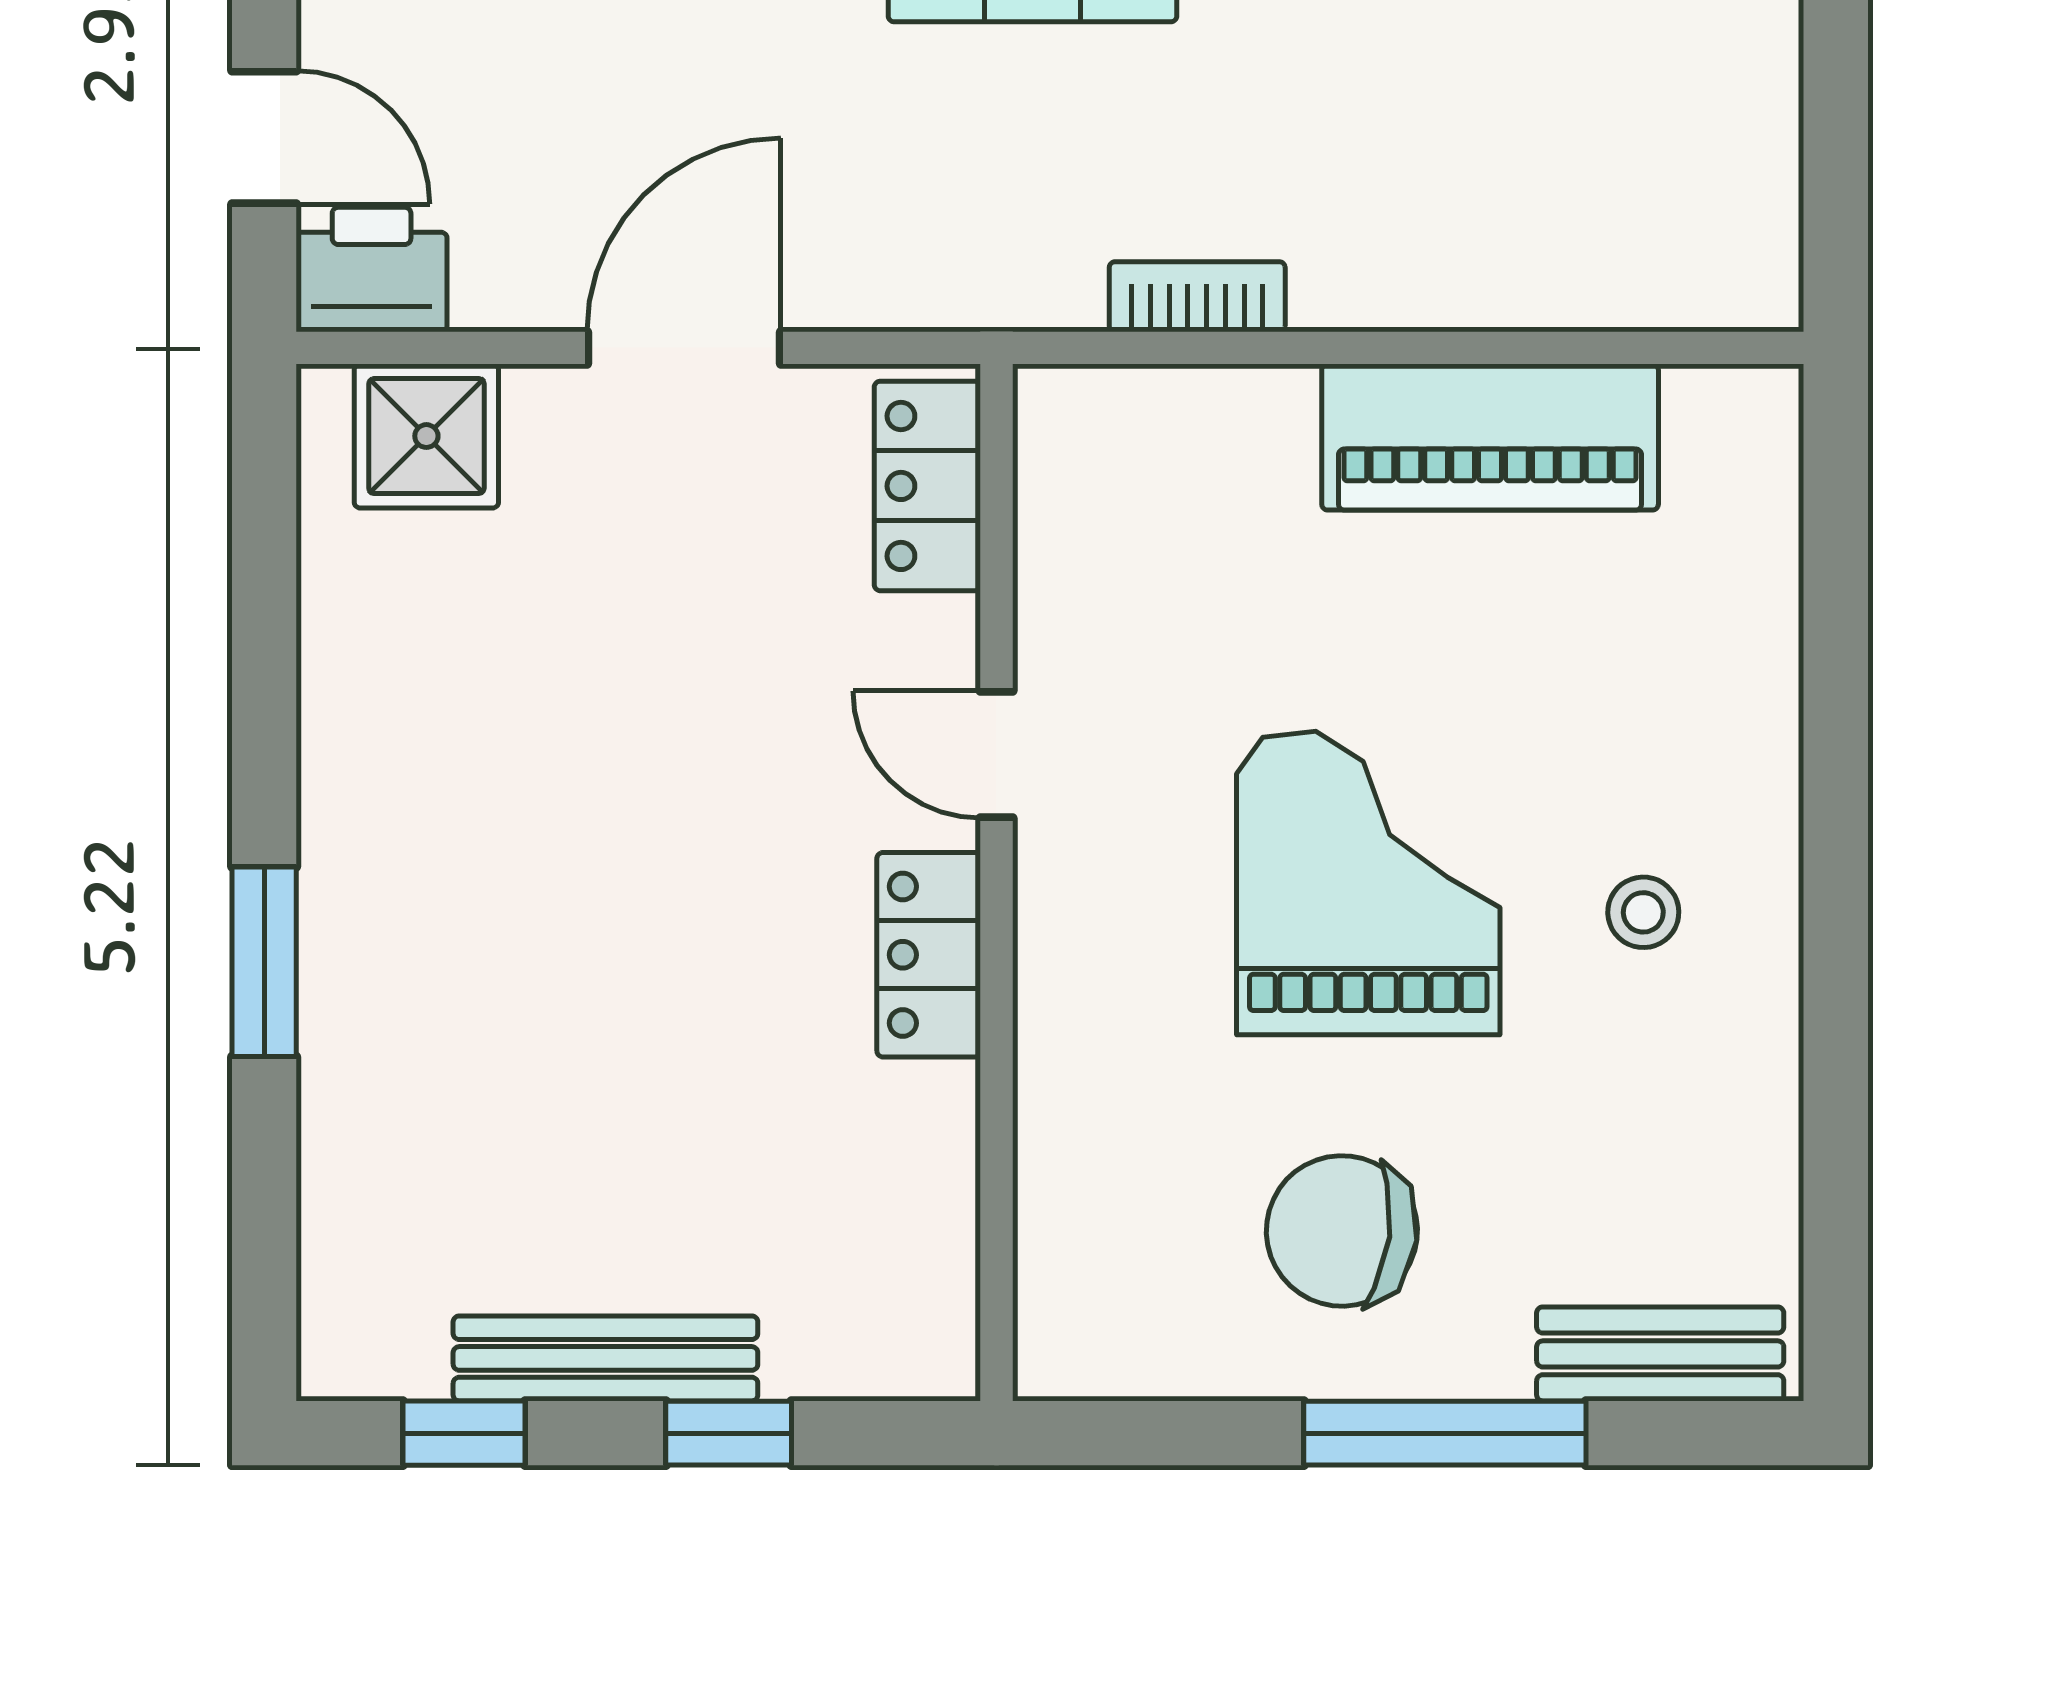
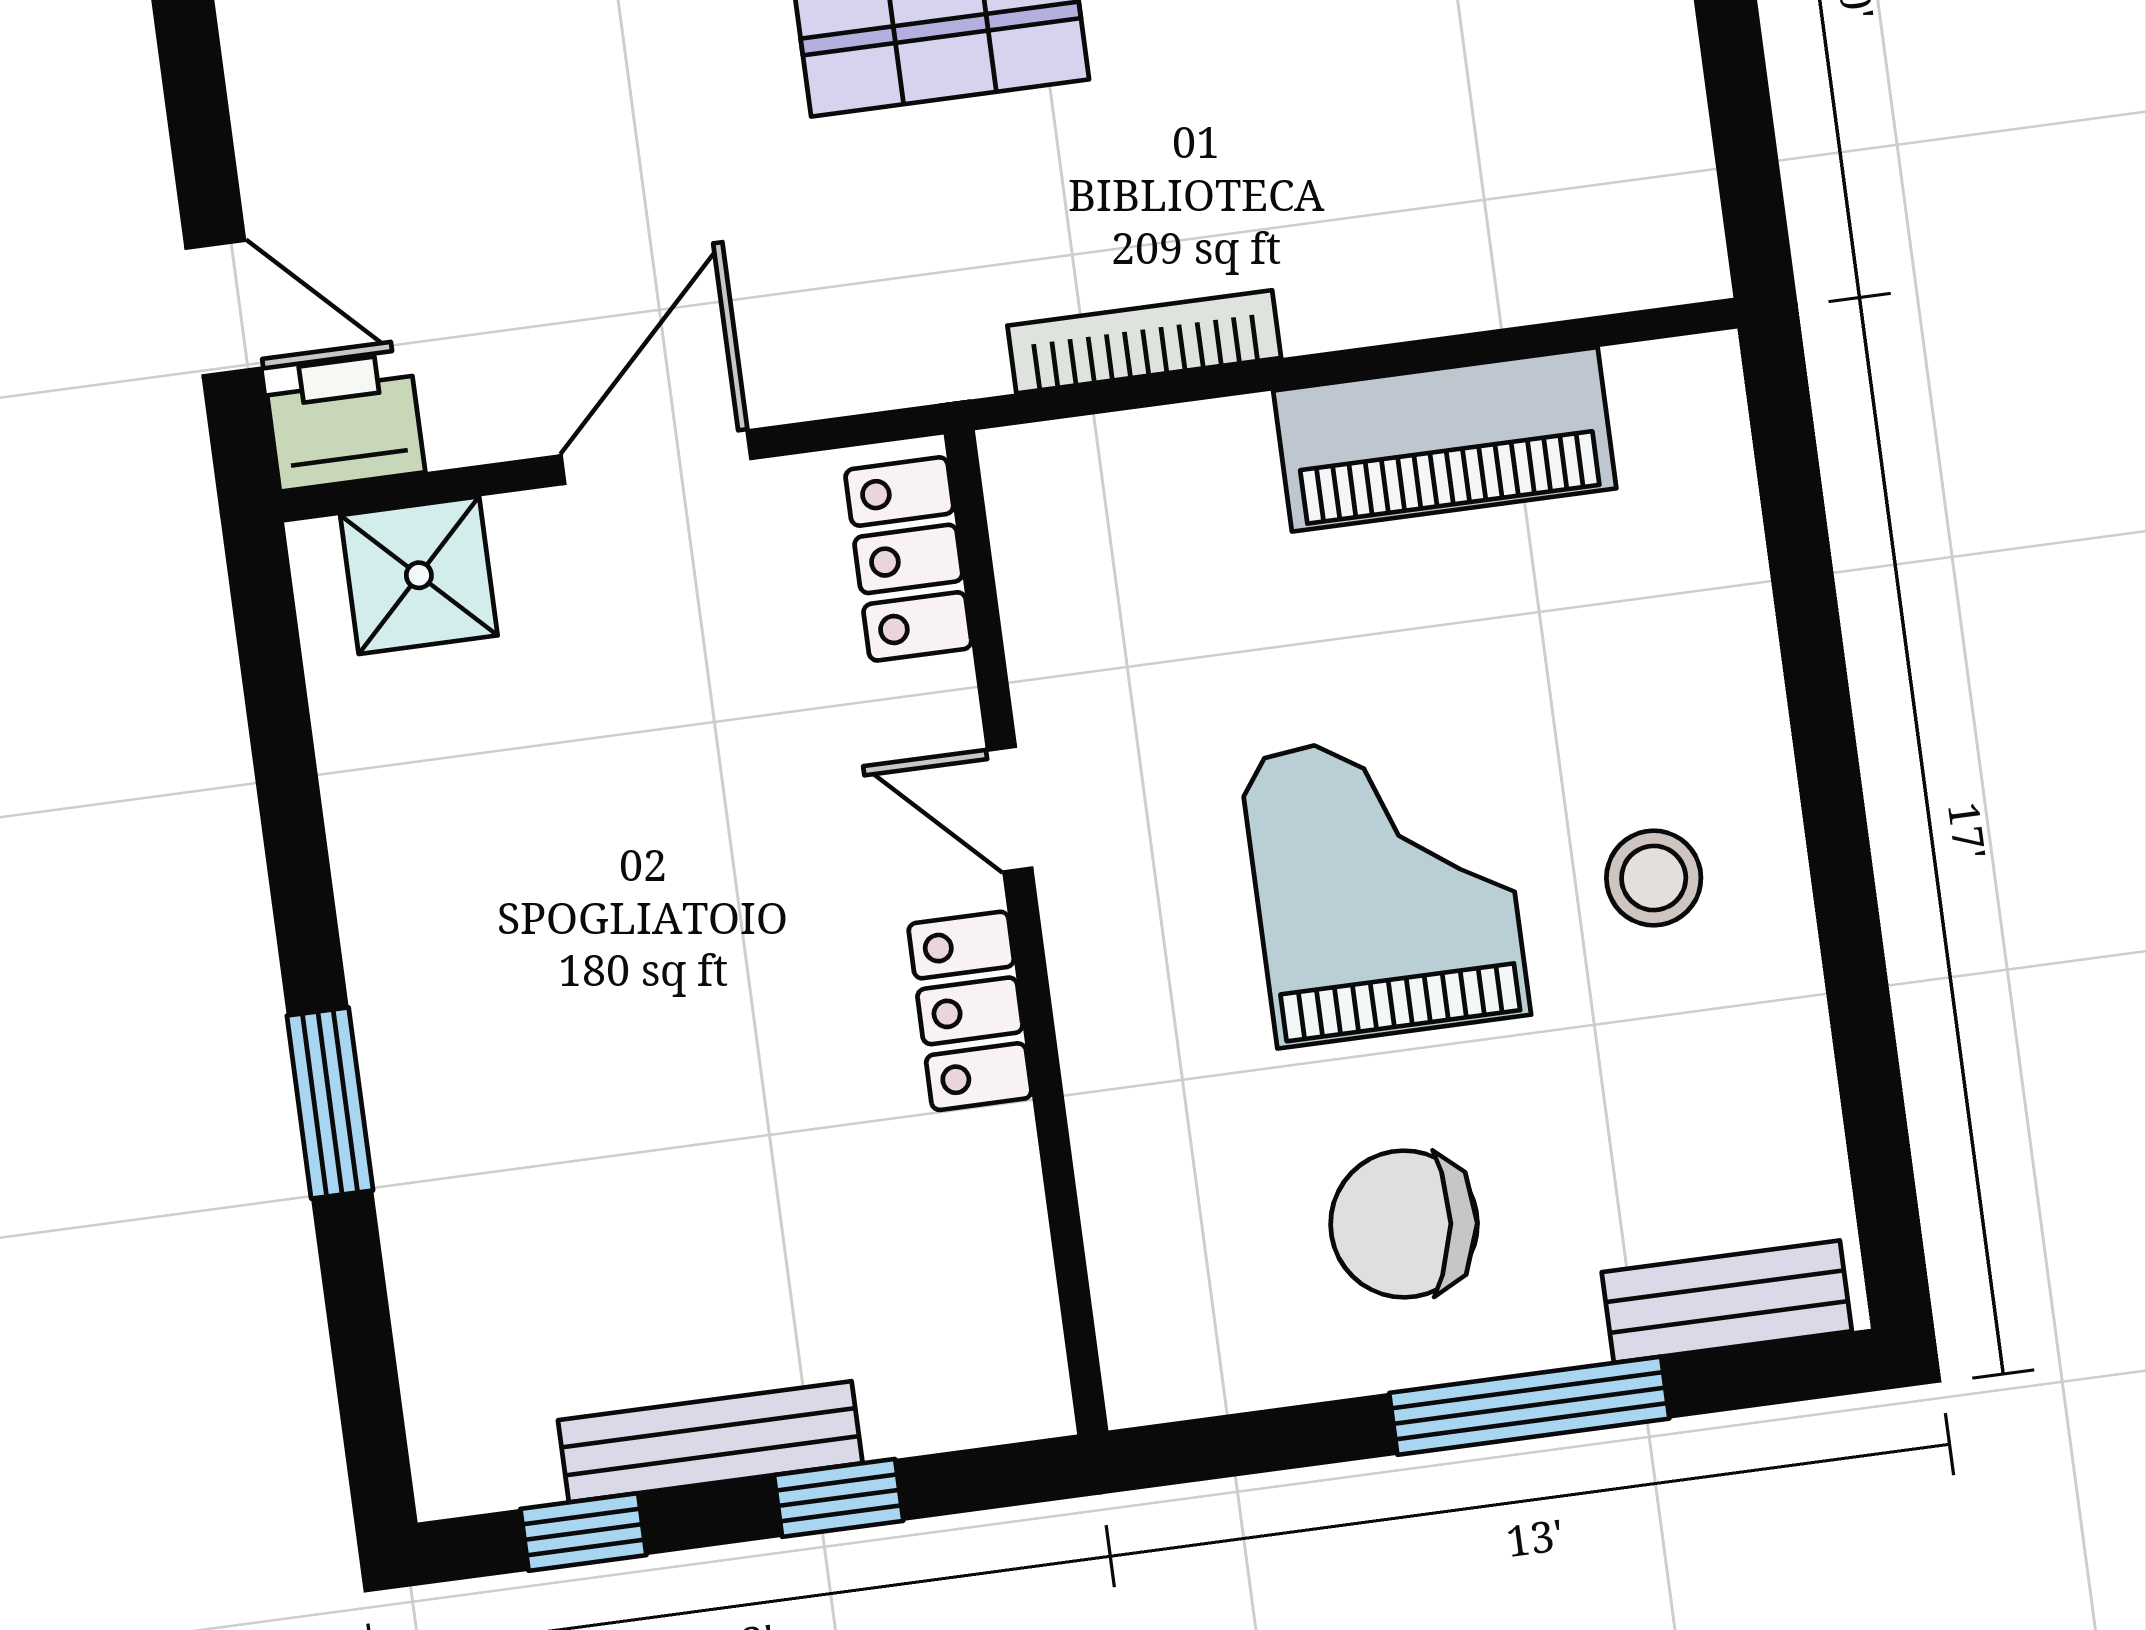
bookcase: (1197, 297) -> (1144, 342), width x1.56
stool: (1643, 912) -> (1654, 878), width x1.37, depth x1.37

